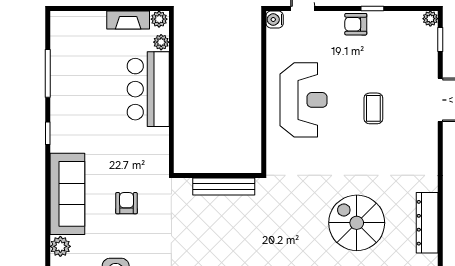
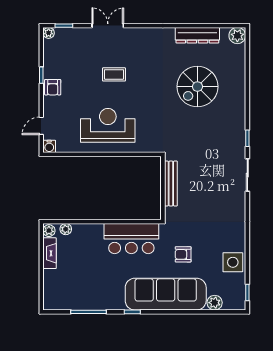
bar counter: (148, 89) -> (131, 239), moved
sofa: (67, 194) -> (166, 294), width x1.36, depth x1.27

